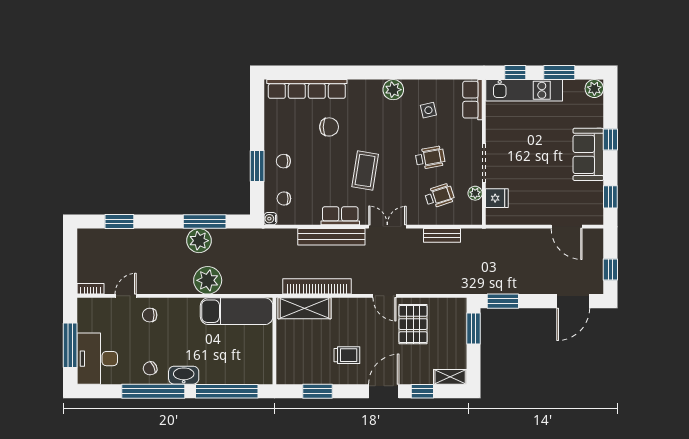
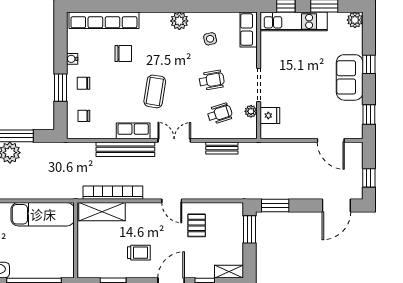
water cooler: (270, 219) -> (72, 59), moved
plant: (208, 280) -> (17, 187), removed
pallet: (413, 324) -> (197, 225), width x0.67, depth x0.71

